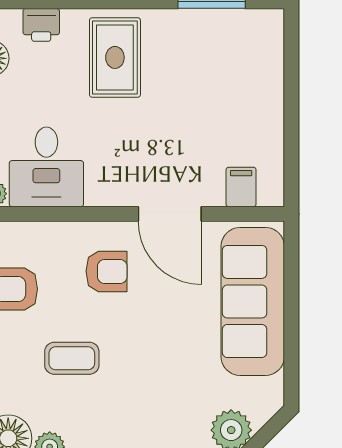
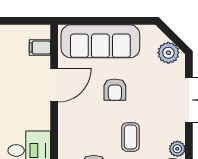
armchair: (107, 271) -> (115, 90), moved, turned 180

